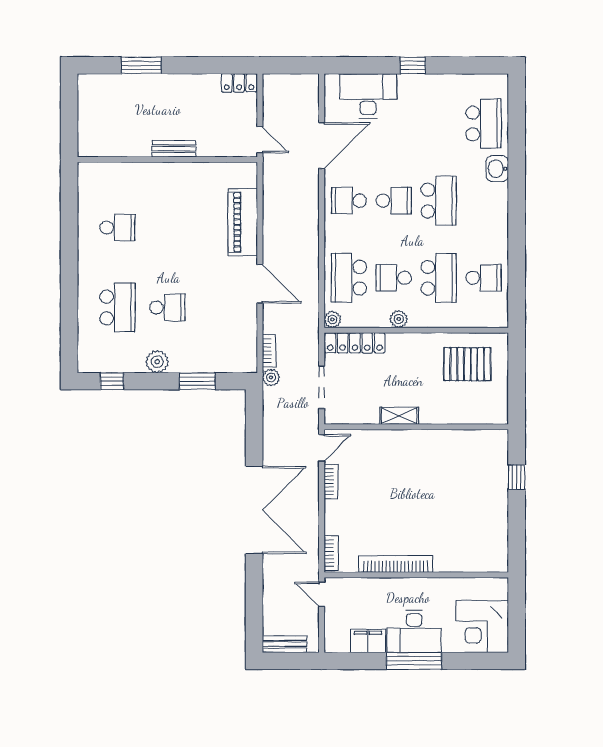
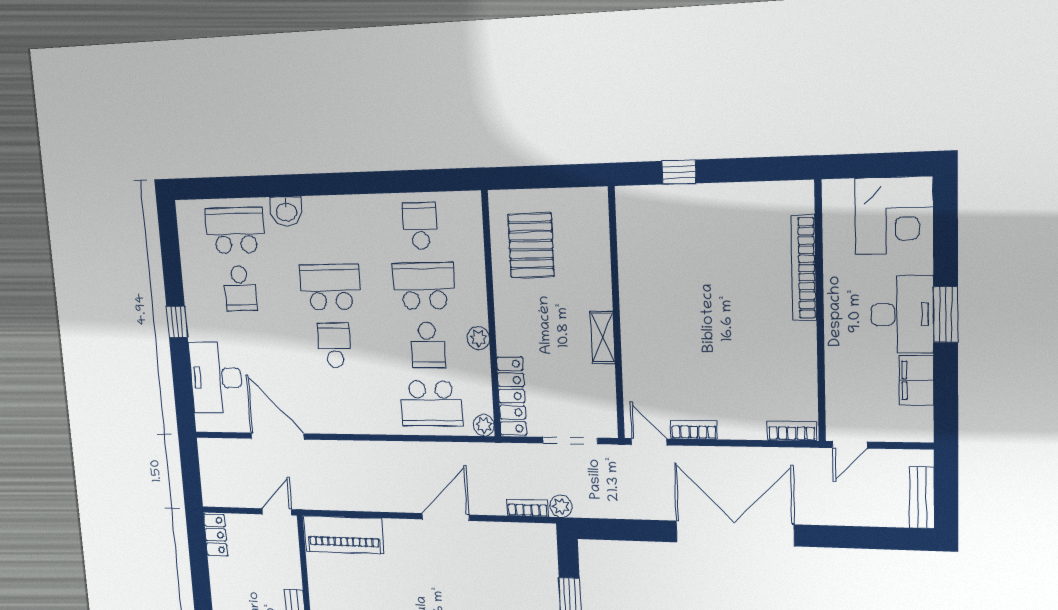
school desk: (349, 201) -> (240, 288), moved
piano: (243, 222) -> (344, 535), moved
bookcase: (396, 564) -> (804, 268), moved
window: (414, 661) -> (946, 315), width x0.69

